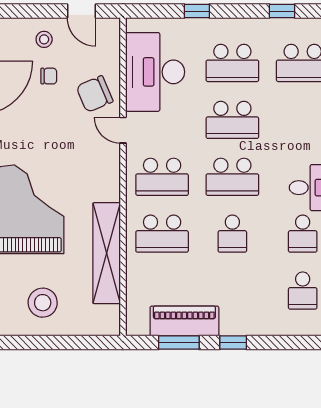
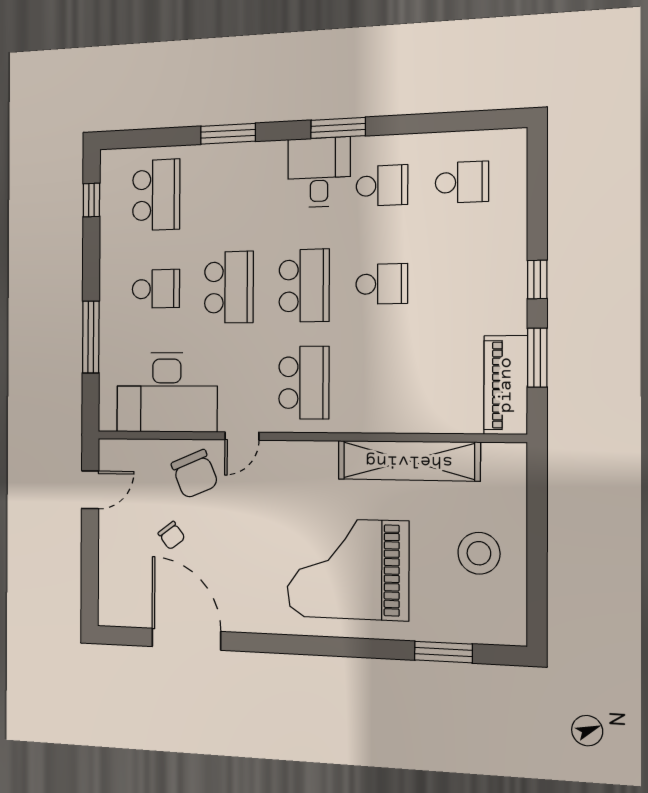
window: (197, 11) -> (91, 337), width x2.17
window: (282, 11) -> (91, 200), moved
stool: (44, 39) -> (125, 540), removed
school desk: (232, 63) -> (156, 289), width x0.54
chair: (49, 76) -> (172, 536), turned 143
school desk: (162, 234) -> (382, 382), removed
piano: (184, 321) -> (506, 385), moved

